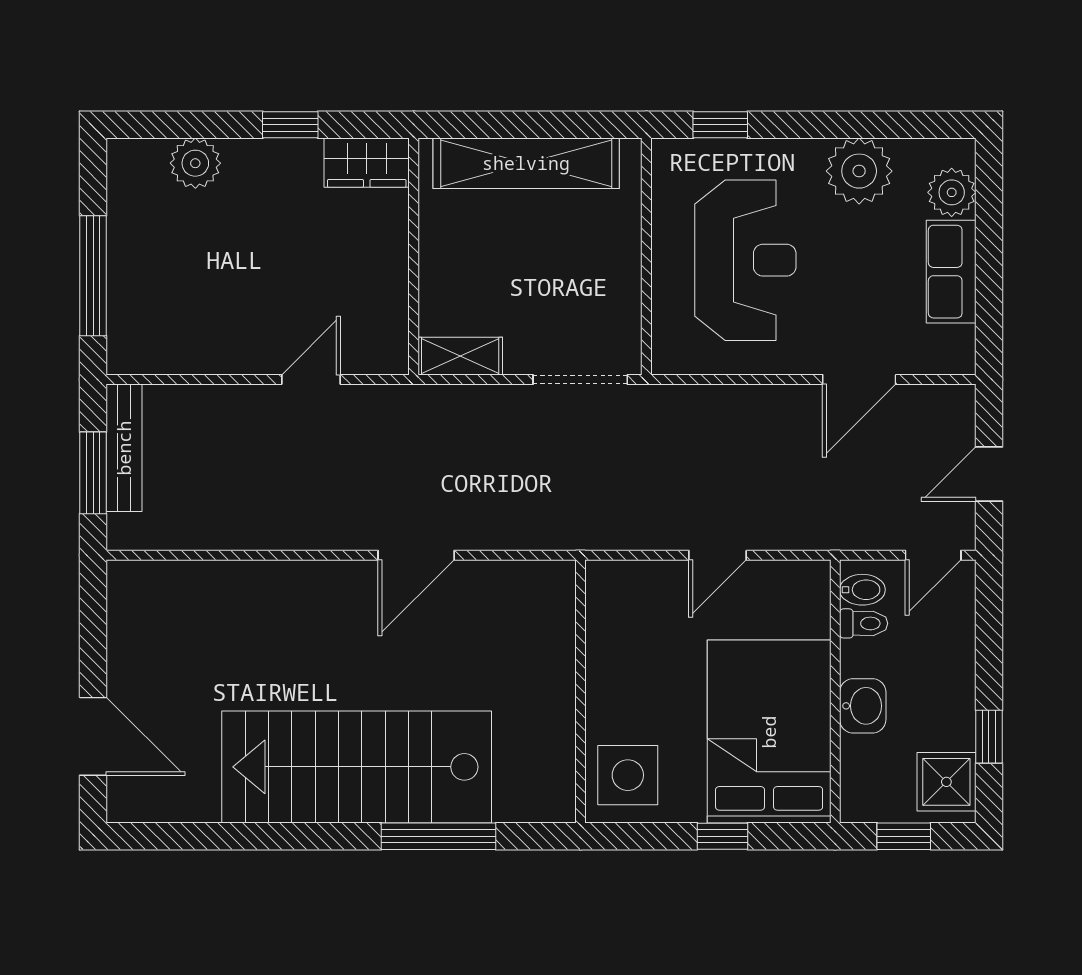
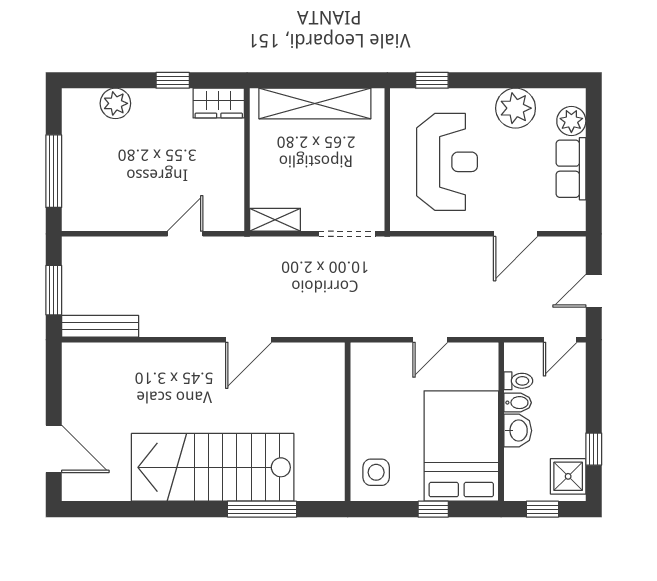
bench: (124, 448) -> (100, 326), moved, turned 90
bidet: (862, 590) -> (518, 403), moved
side table: (628, 775) -> (376, 472), width x0.73, depth x0.73

